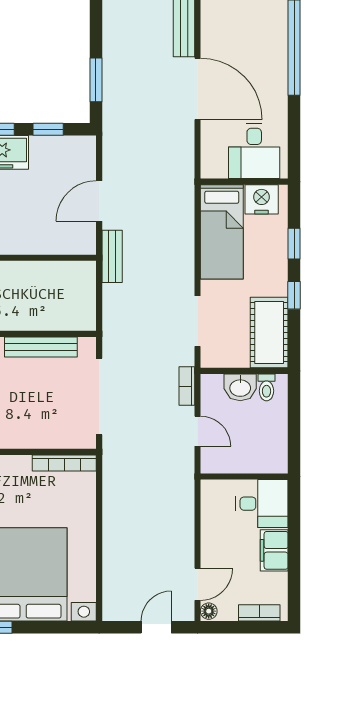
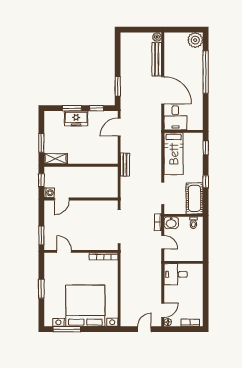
desk: (254, 151) -> (175, 118), moved
nightstand: (262, 199) -> (191, 139), removed
door: (99, 201) -> (119, 127), moved
window: (294, 244) -> (206, 148), moved
bench: (41, 347) -> (93, 205), removed
washbasin: (240, 387) -> (171, 223), moved
desk: (262, 504) -> (176, 274), moved, turned 180
filing cabinet: (274, 550) -> (197, 295), removed

